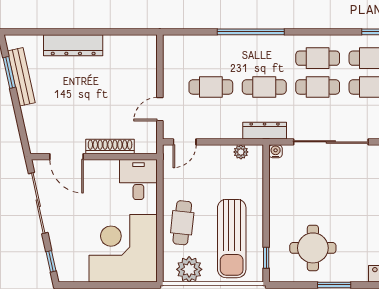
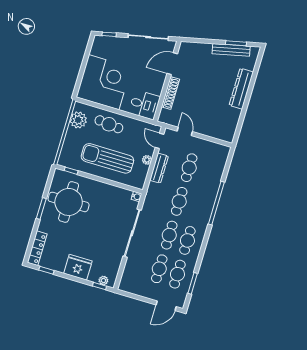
dresser: (265, 131) -> (159, 168), moved
plant: (241, 152) -> (147, 160), moved
sun lounger: (232, 239) -> (107, 158), moved
round table: (313, 248) -> (69, 202), width x1.36, depth x1.36

